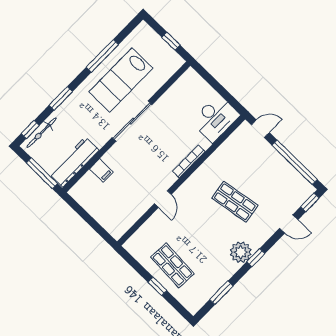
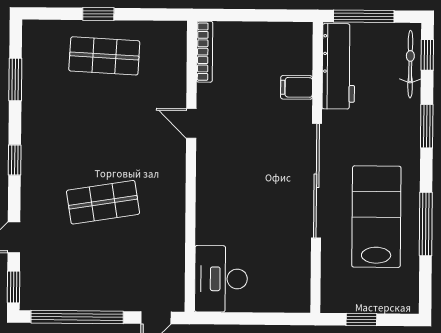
sliding door: (132, 121) -> (316, 181), width x1.36
bookcase: (189, 161) -> (205, 52), moved
plant: (241, 252) -> (39, 149), removed

